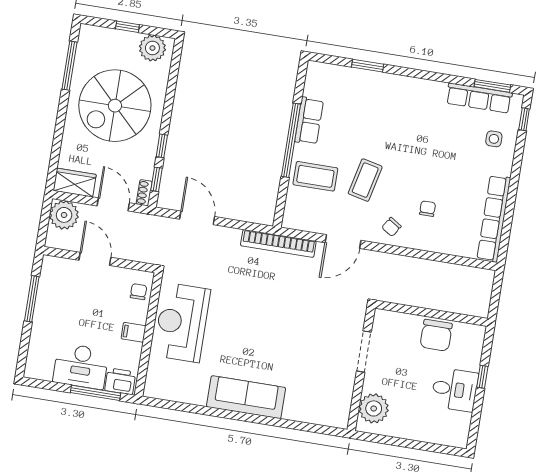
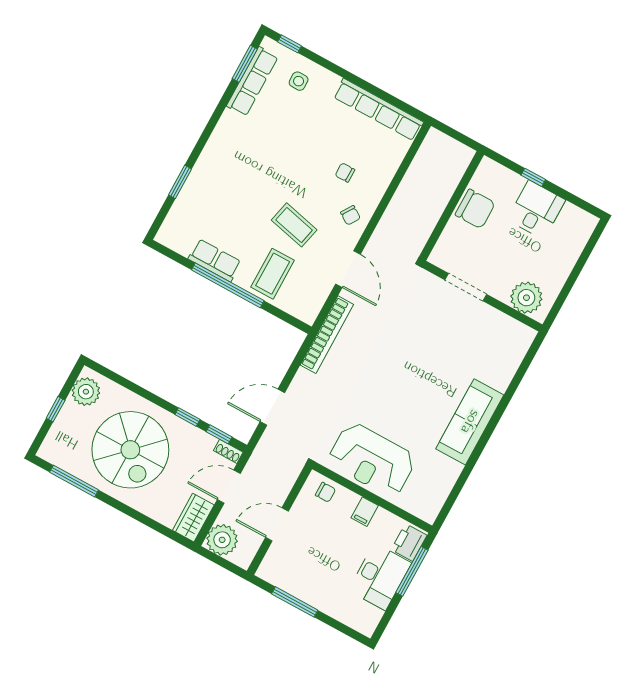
chair: (138, 292) -> (325, 492), turned 180

